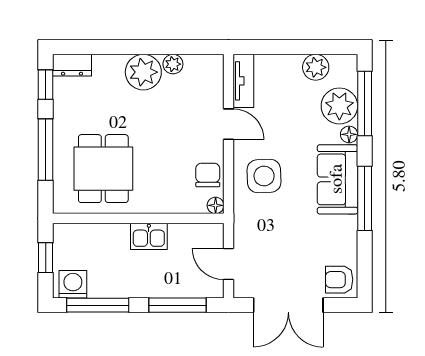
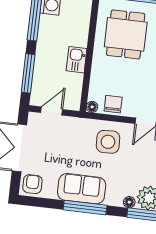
dining table: (103, 169) -> (126, 34), turned 90
chair: (208, 175) -> (113, 104), turned -90
sofa: (337, 179) -> (82, 189), moved

